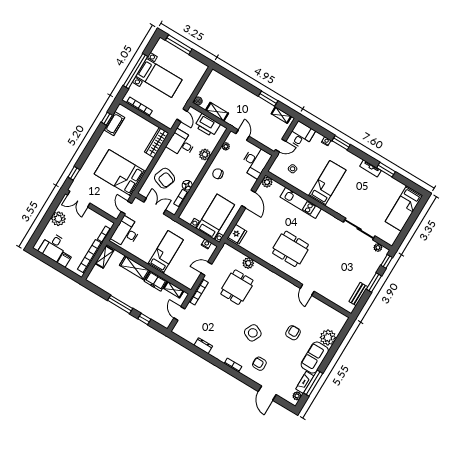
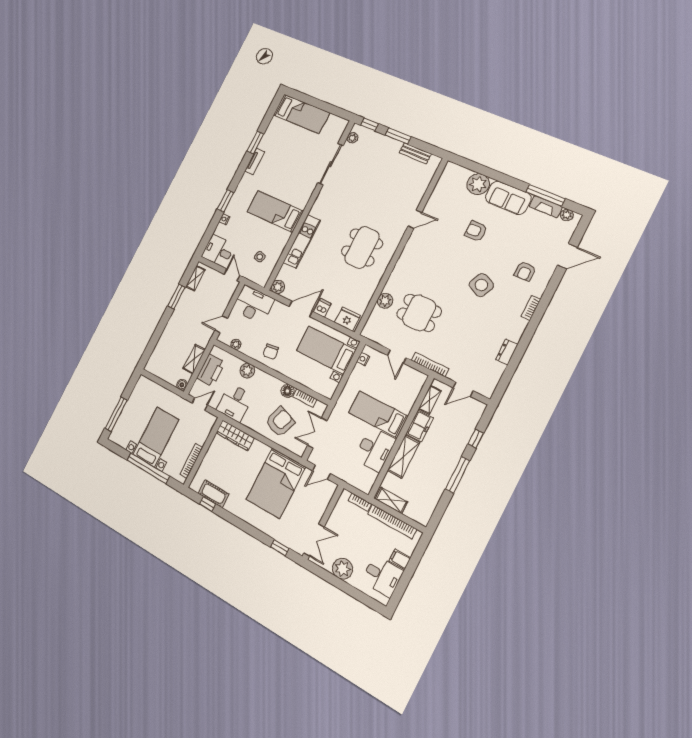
dishwasher: (248, 216) -> (322, 308), added
desk: (126, 232) -> (375, 449), moved, turned -90

